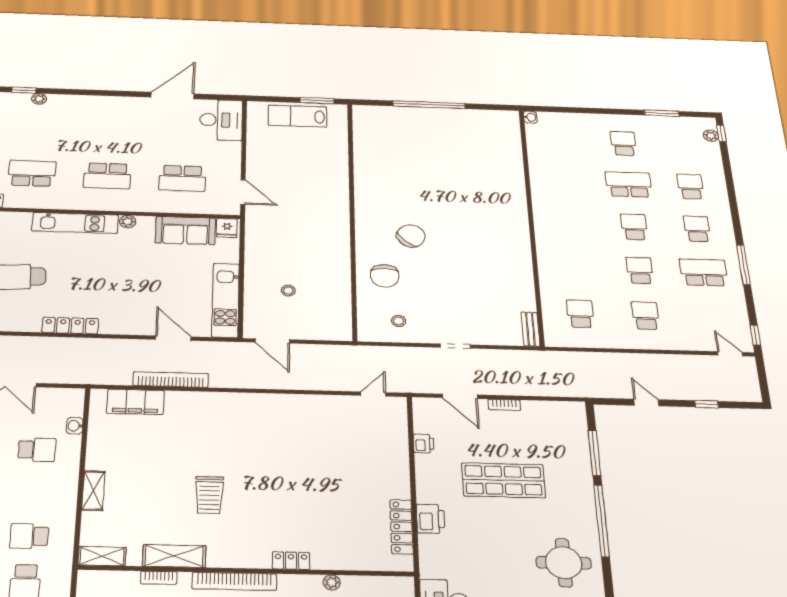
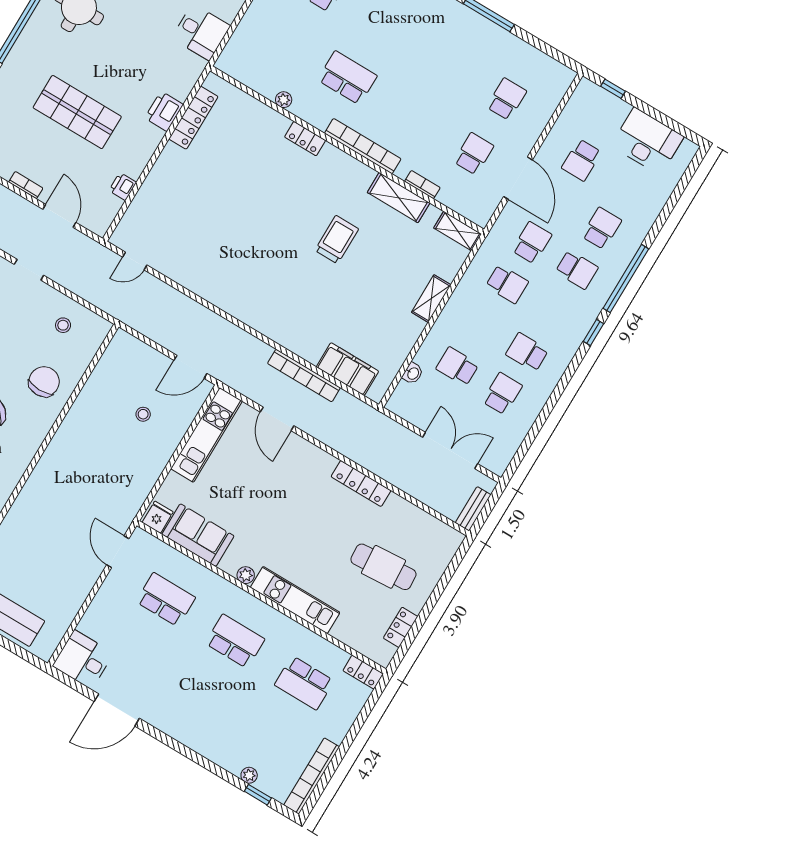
desk: (221, 120) -> (83, 660), width x0.73
door: (272, 341) -> (190, 367), swing flipped

